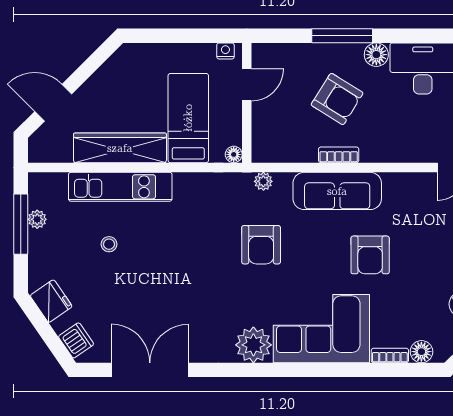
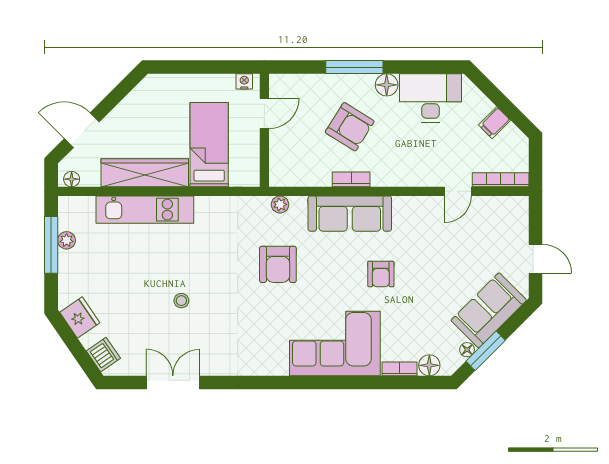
floor lamp: (234, 154) -> (72, 179), moved
stool: (109, 244) -> (181, 301), moved
armchair: (370, 255) -> (381, 274), width x0.72, depth x0.72
plant: (253, 345) -> (271, 359), removed
double door: (150, 370) -> (173, 382), width x0.73

